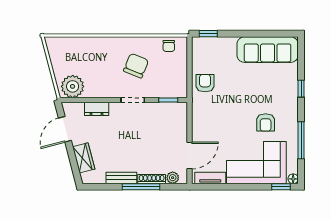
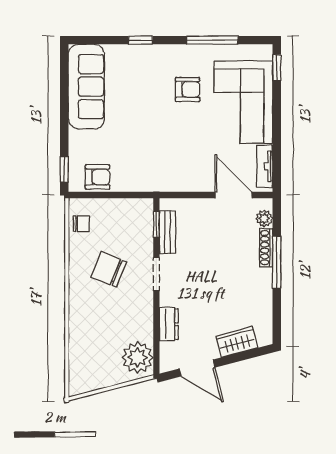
armchair: (205, 83) -> (97, 177), moved, turned 180
bench: (121, 178) -> (167, 232), moved
floor lamp: (293, 179) -> (266, 51), removed

